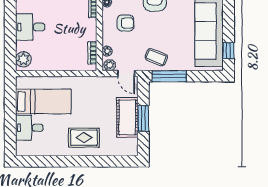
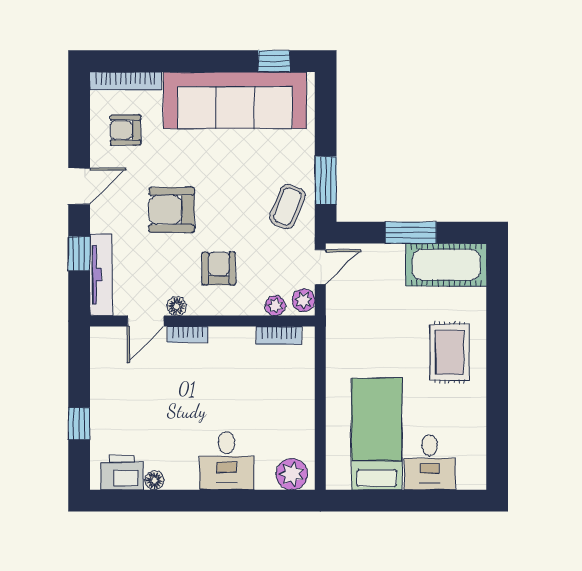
window: (169, 76) -> (326, 180), width x0.69
cot: (127, 117) -> (446, 265), moved

